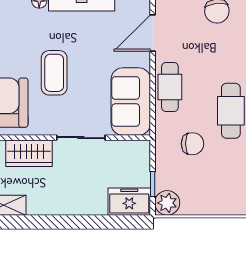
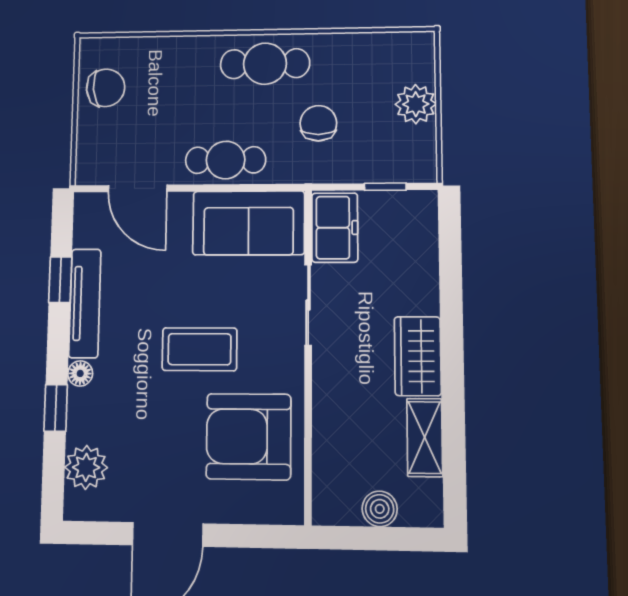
wardrobe: (29, 153) -> (418, 356), moved, turned 180
freezer: (129, 202) -> (335, 228), moved, turned 180
plant: (167, 203) -> (416, 104), moved

